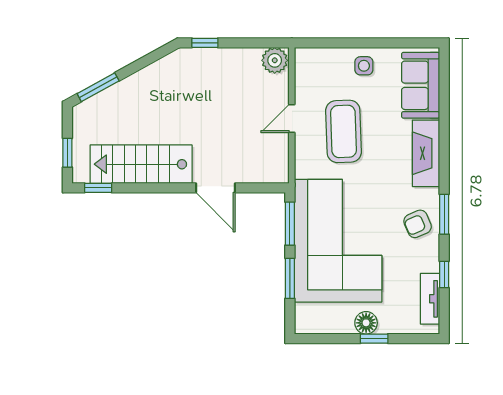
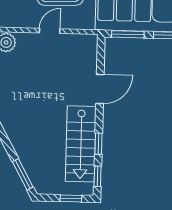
door: (292, 119) -> (50, 31), swing flipped
window: (142, 188) -> (98, 144), added

